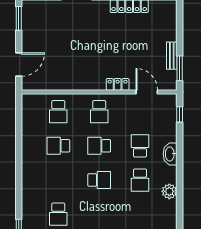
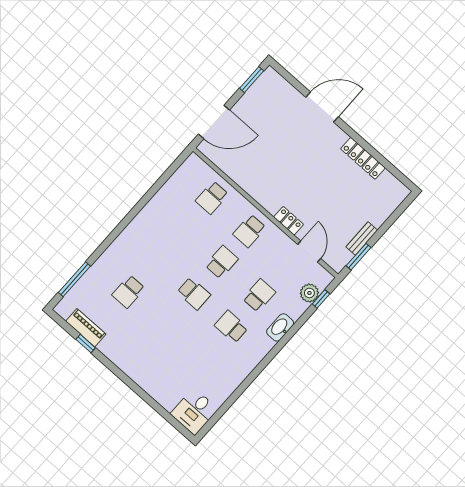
door: (19, 65) -> (214, 122), width x1.36
school desk: (58, 146) -> (184, 229), removed
school desk: (99, 146) -> (222, 262), turned 90
school desk: (140, 180) -> (231, 327), turned 90
plant: (169, 191) -> (309, 293), moved

